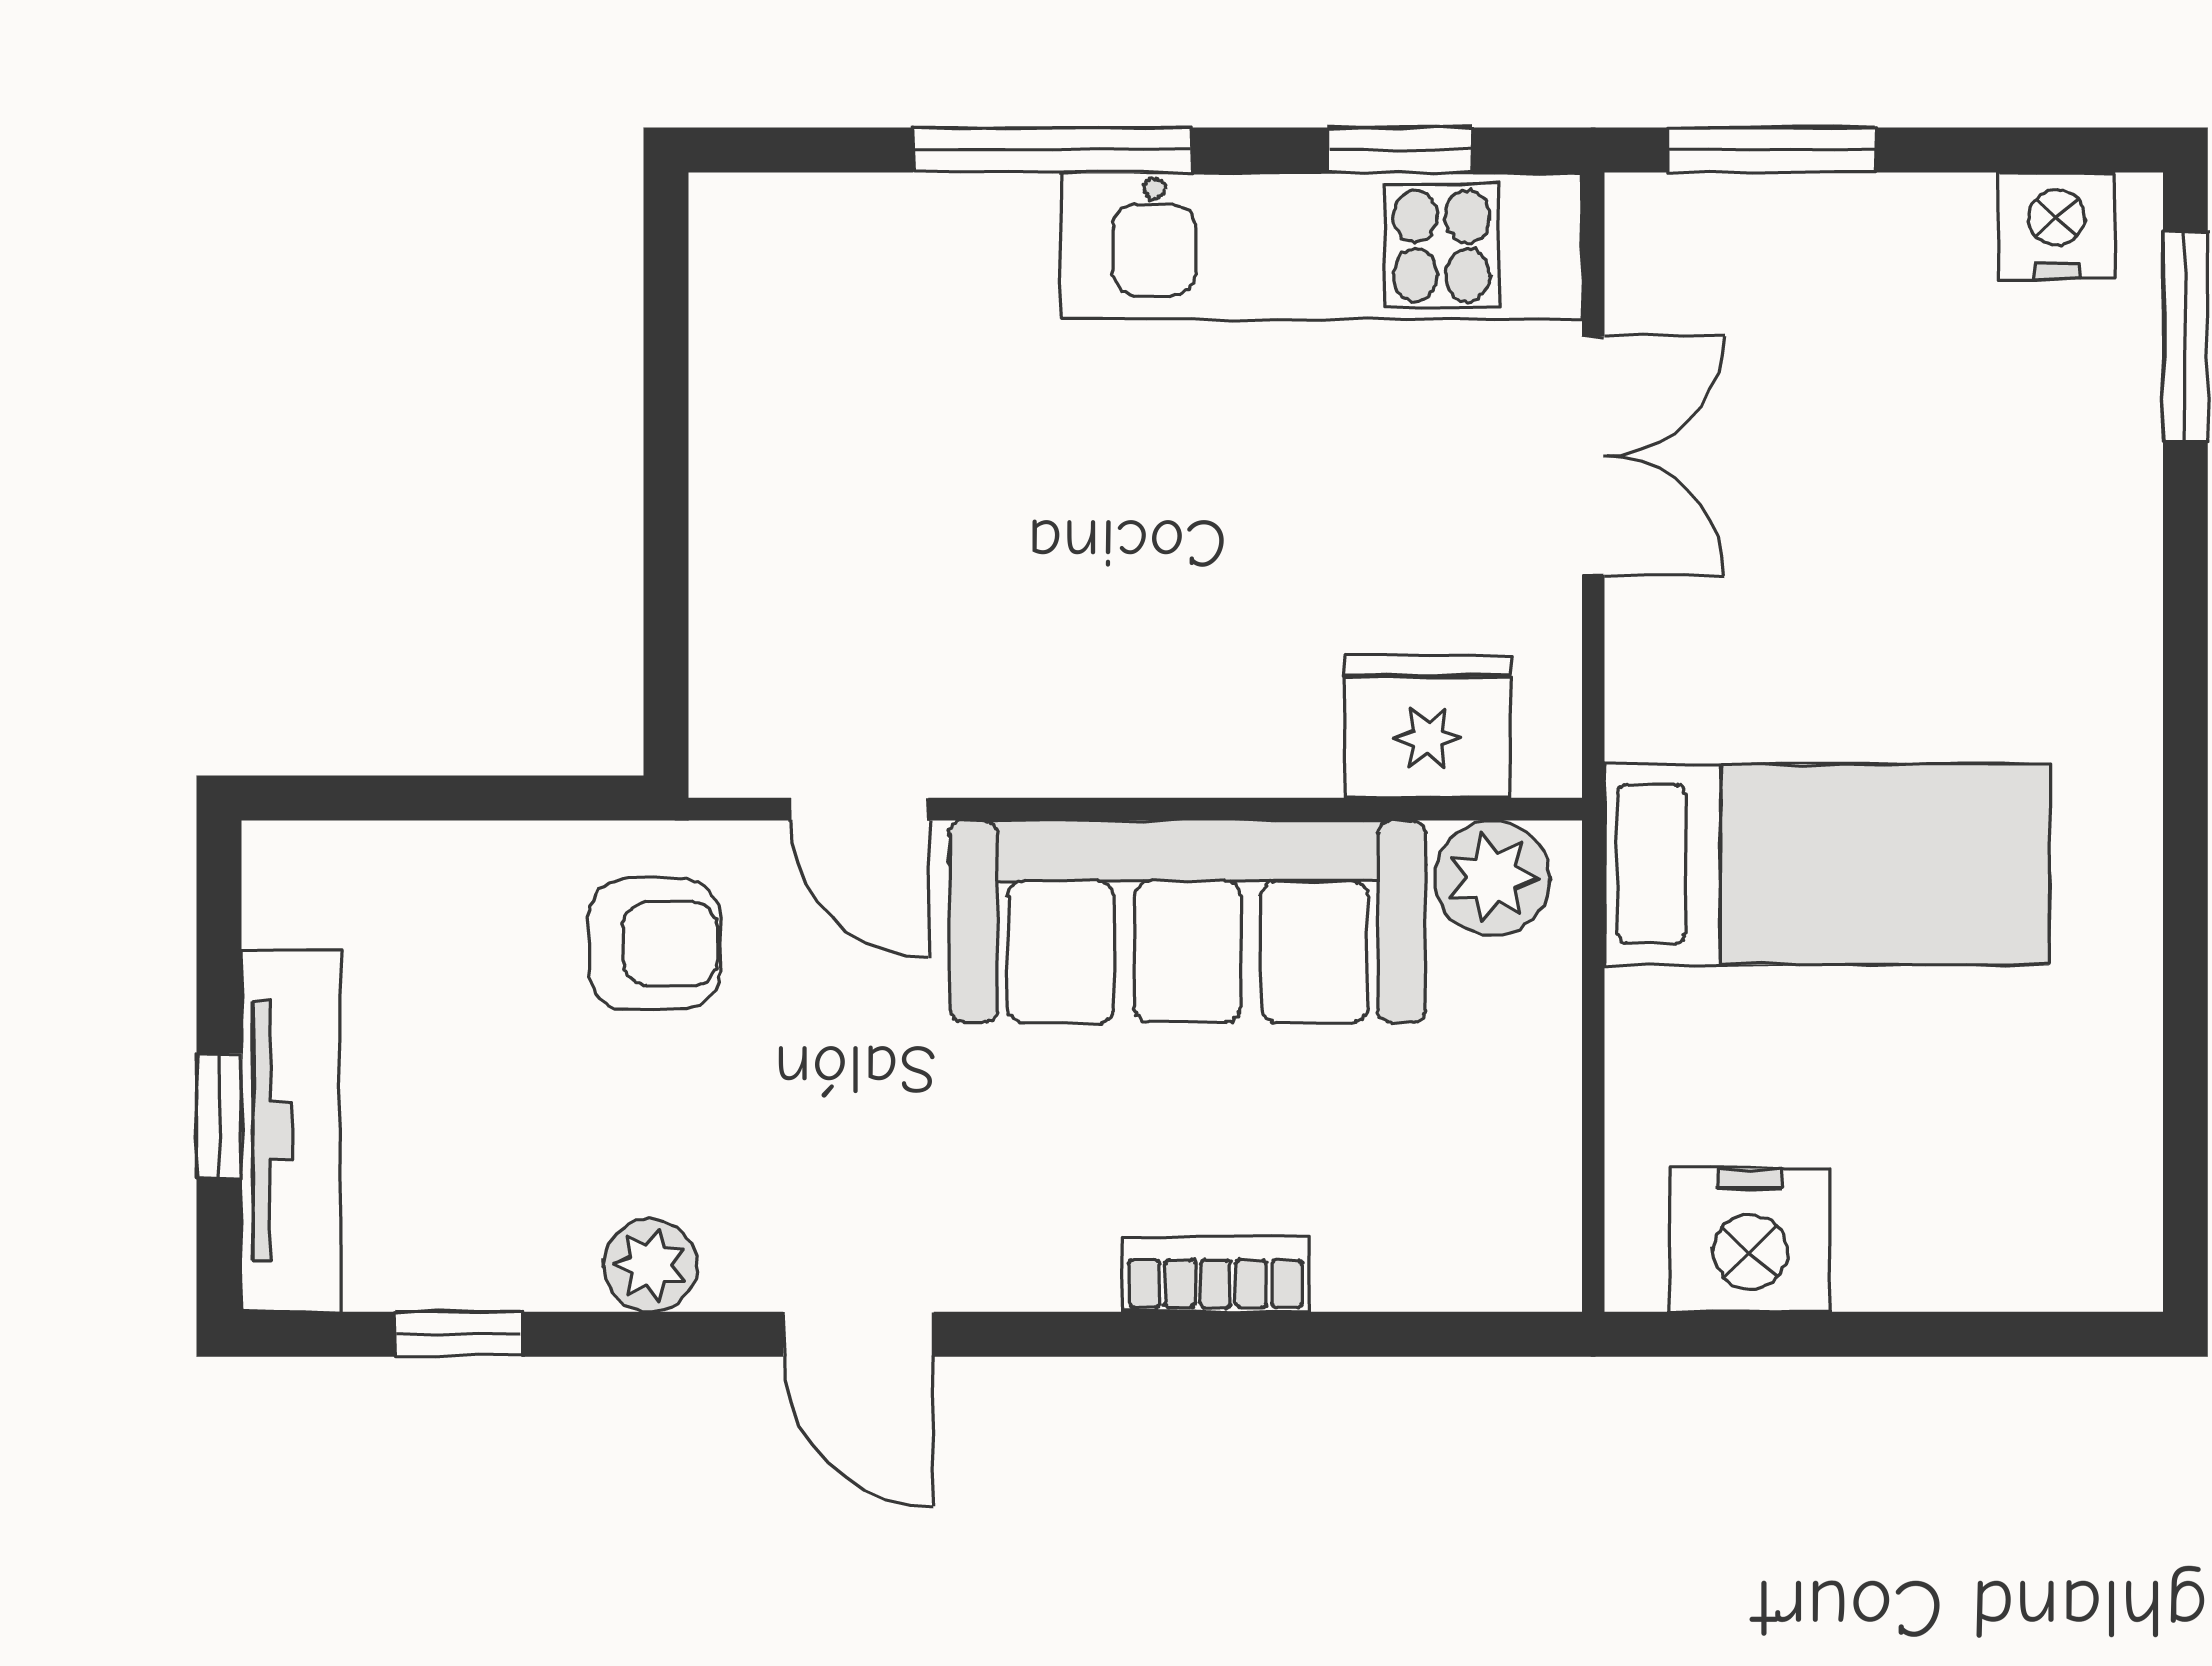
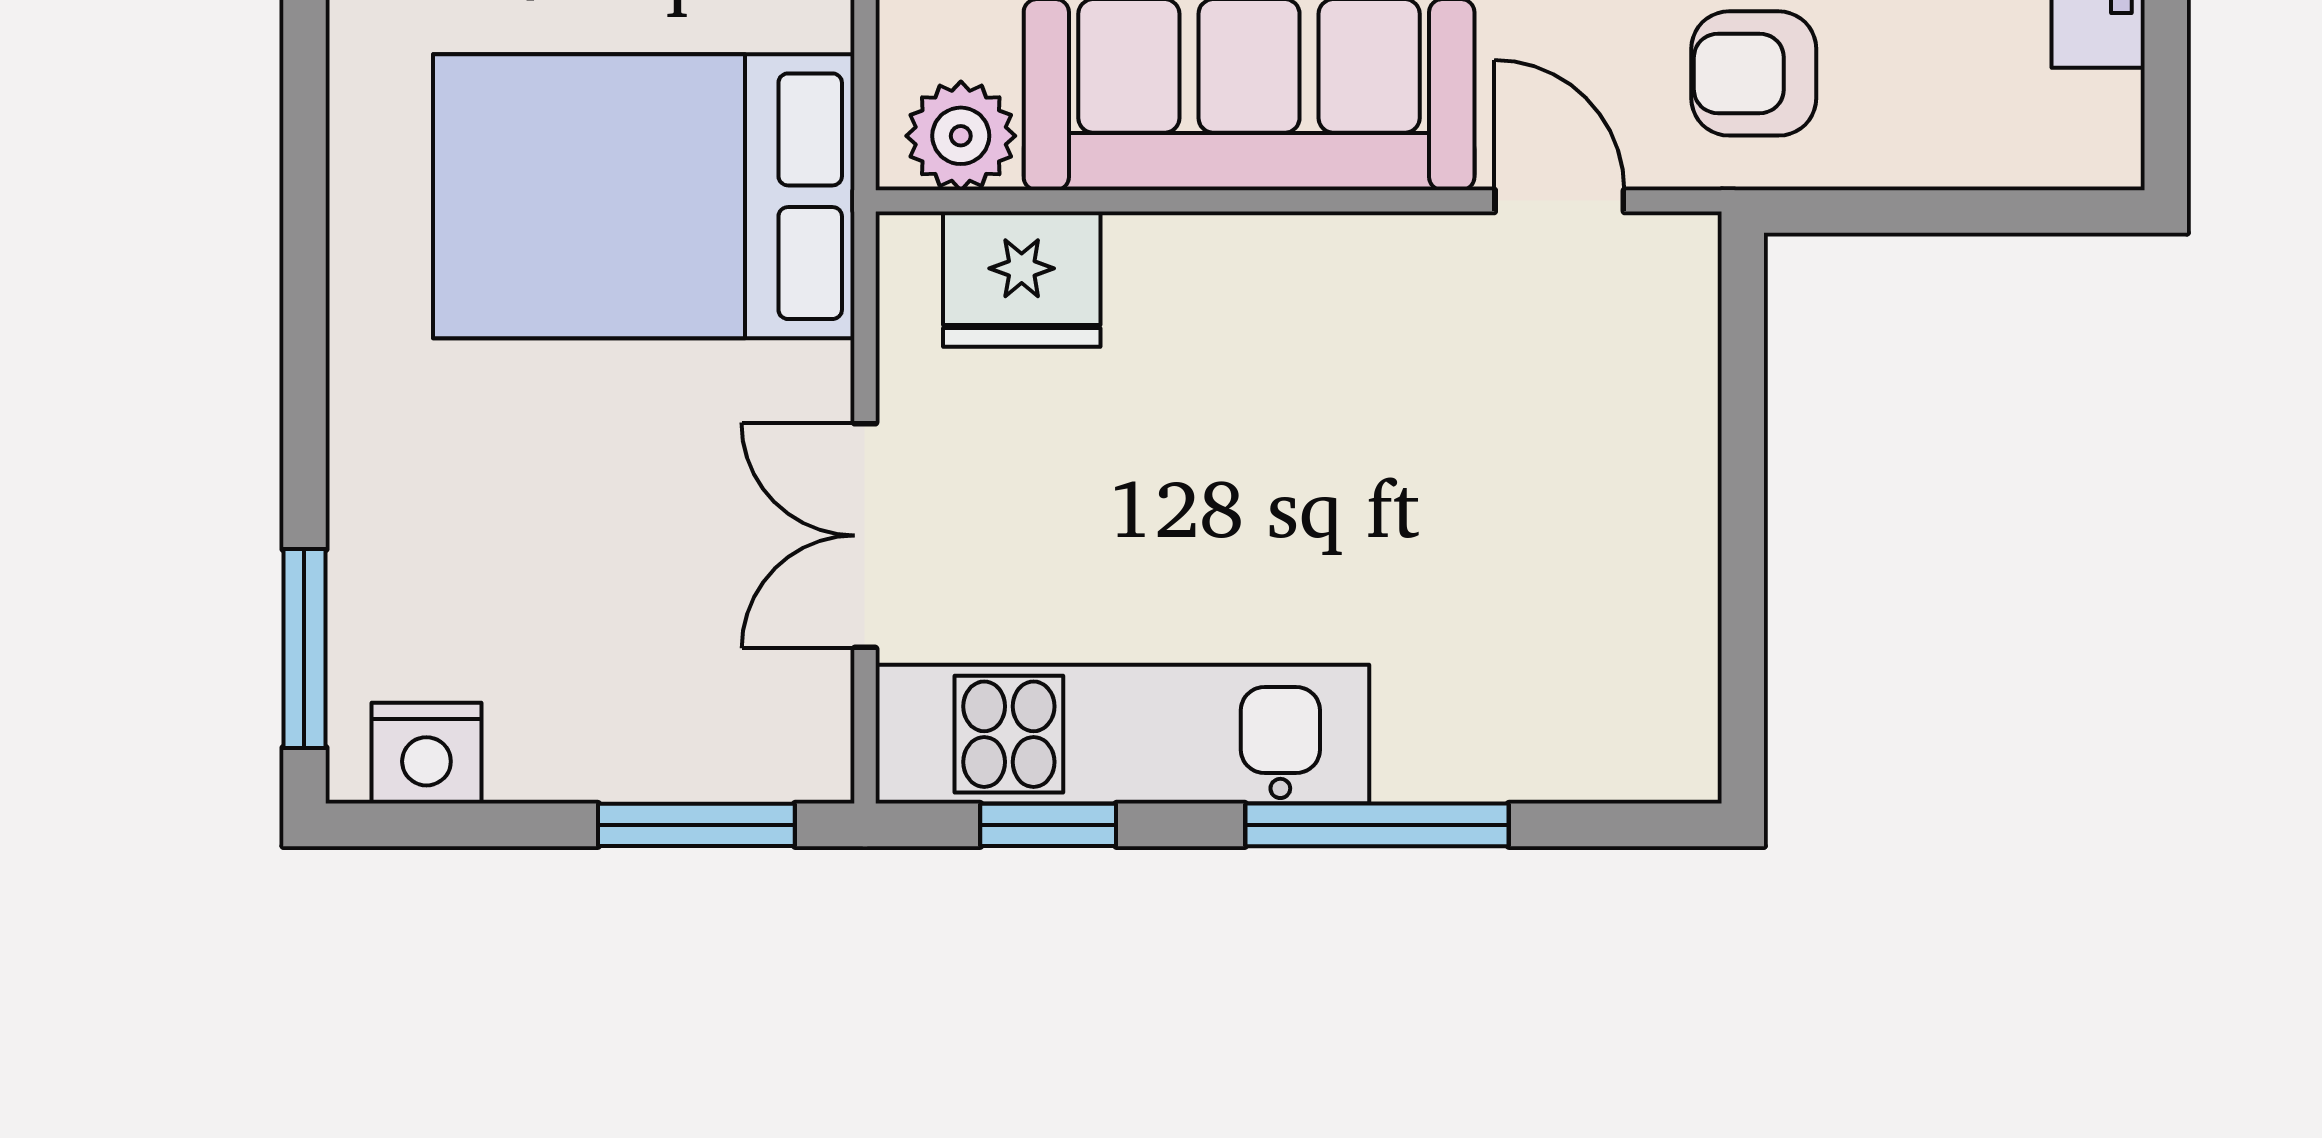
bed: (1827, 864) -> (644, 196), width x1.50

